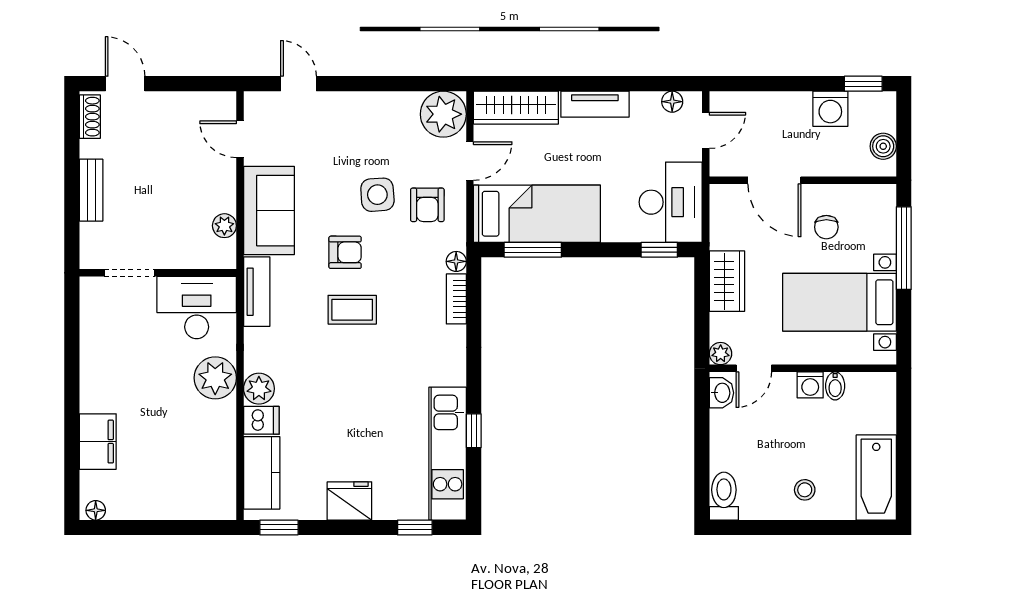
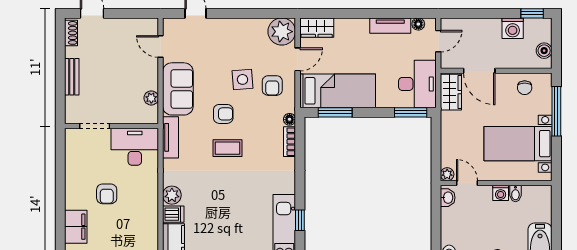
tv unit: (595, 104) -> (390, 26), moved
wardrobe: (516, 108) -> (317, 28), width x0.67
chair: (826, 227) -> (525, 88), moved
window: (659, 250) -> (411, 112), width x1.50
wardrobe: (727, 281) -> (451, 92), moved
door: (754, 368) -> (467, 183), swing flipped
plant: (215, 378) -> (146, 189), removed
armchair: (150, 386) -> (107, 194), added

